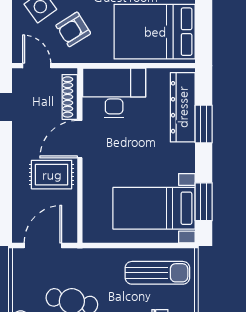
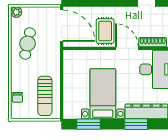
bed with nightstands: (154, 208) -> (103, 94), moved
door: (43, 246) -> (62, 26), width x1.36

